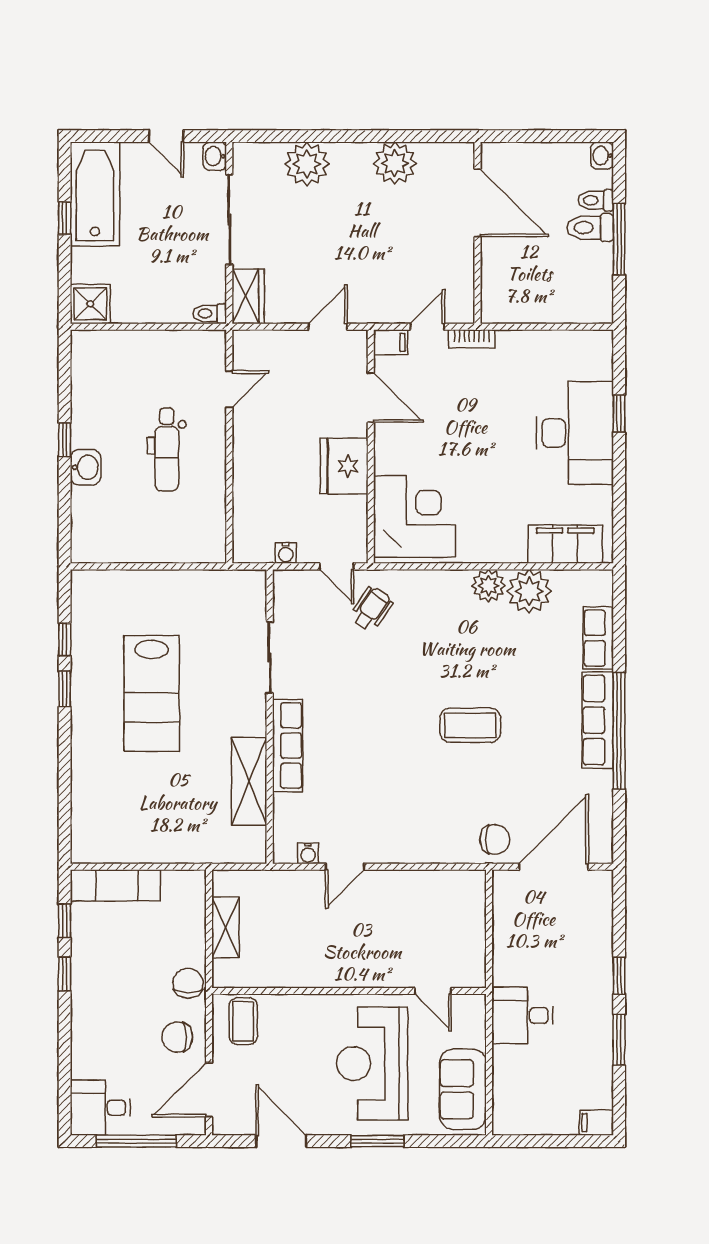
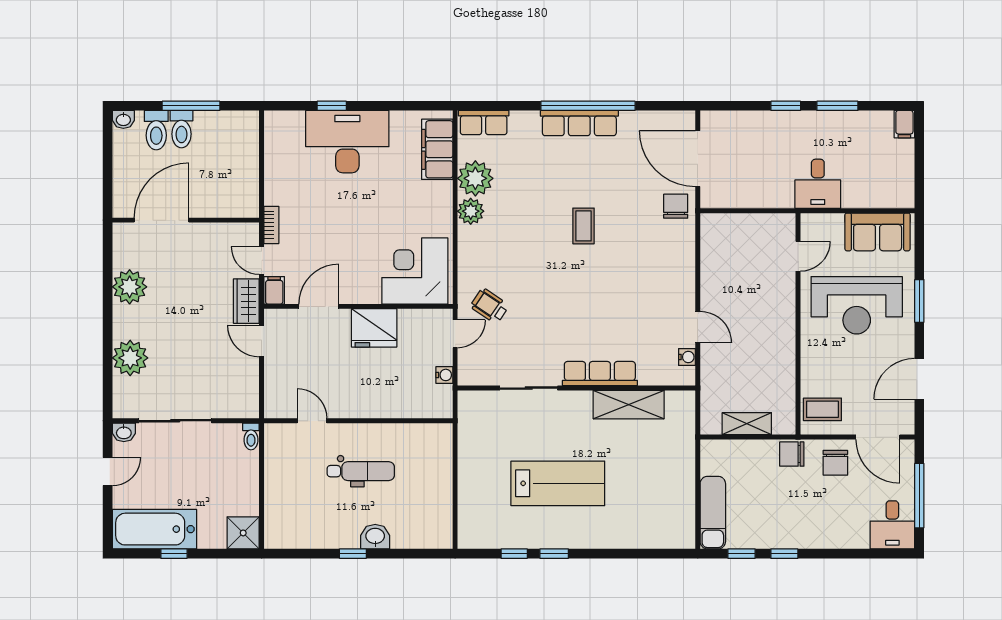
toilet: (596, 200) -> (156, 130), width x1.37, depth x1.39
wardrobe: (248, 296) -> (246, 301), moved, turned -90
row of seats: (598, 638) -> (484, 123), moved
coffee table: (470, 725) -> (583, 226), width x0.73, depth x0.77

